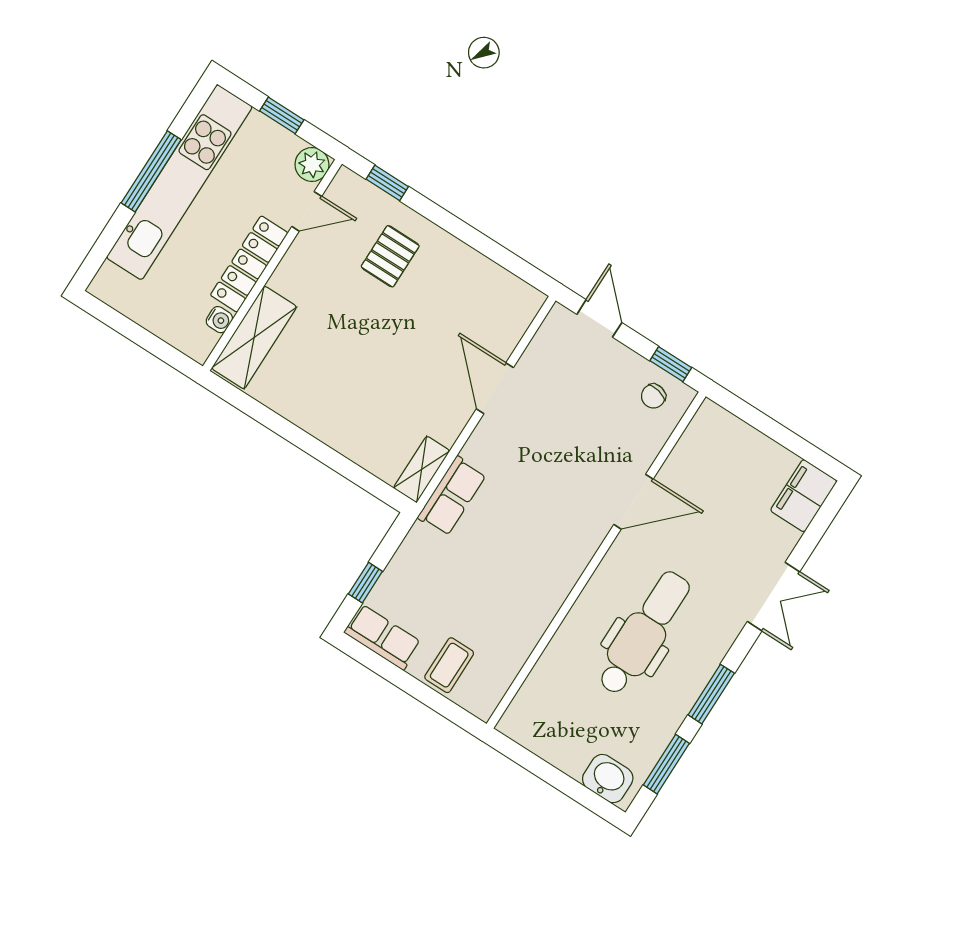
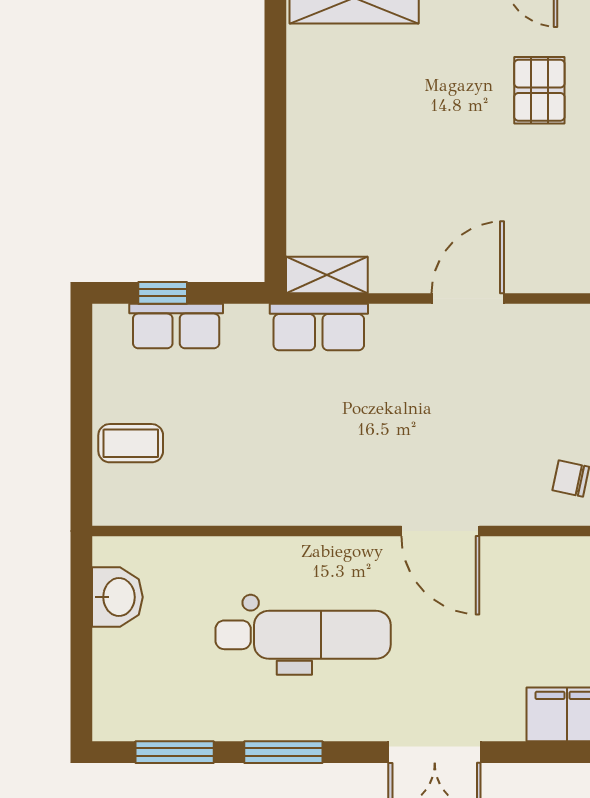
pallet: (390, 256) -> (539, 90), turned 90
row of seats: (383, 637) -> (176, 326), moved, turned 90
washbasin: (608, 779) -> (117, 597), moved

